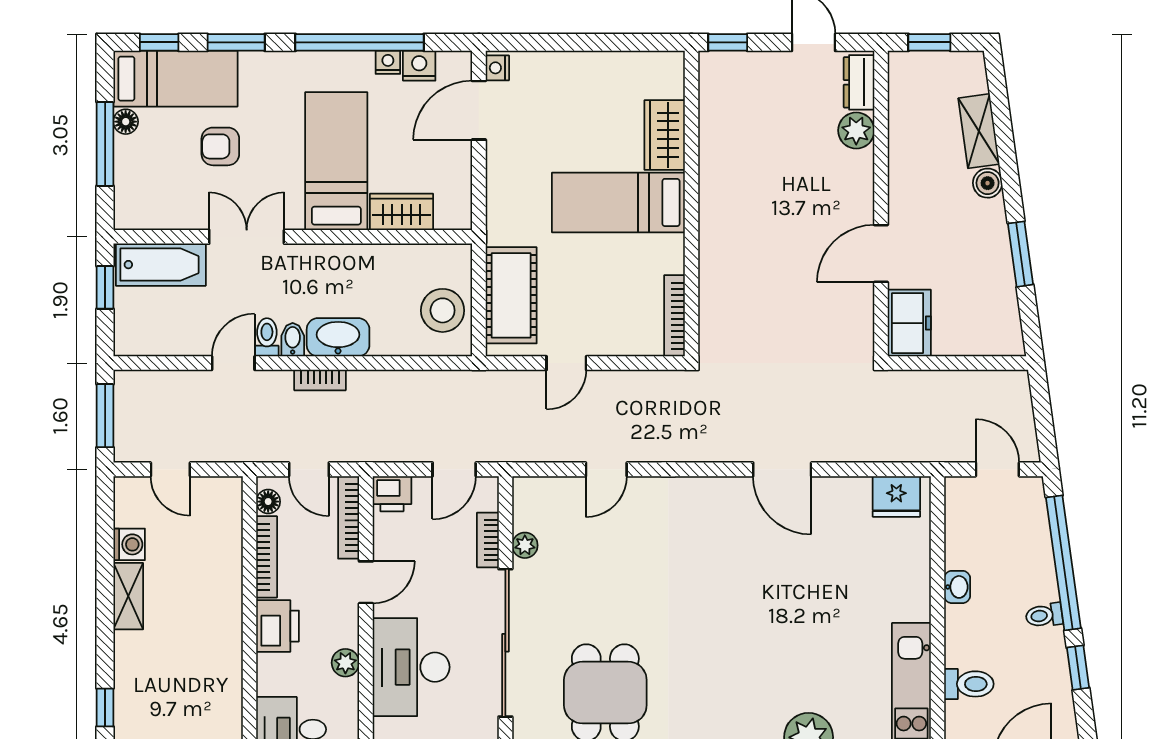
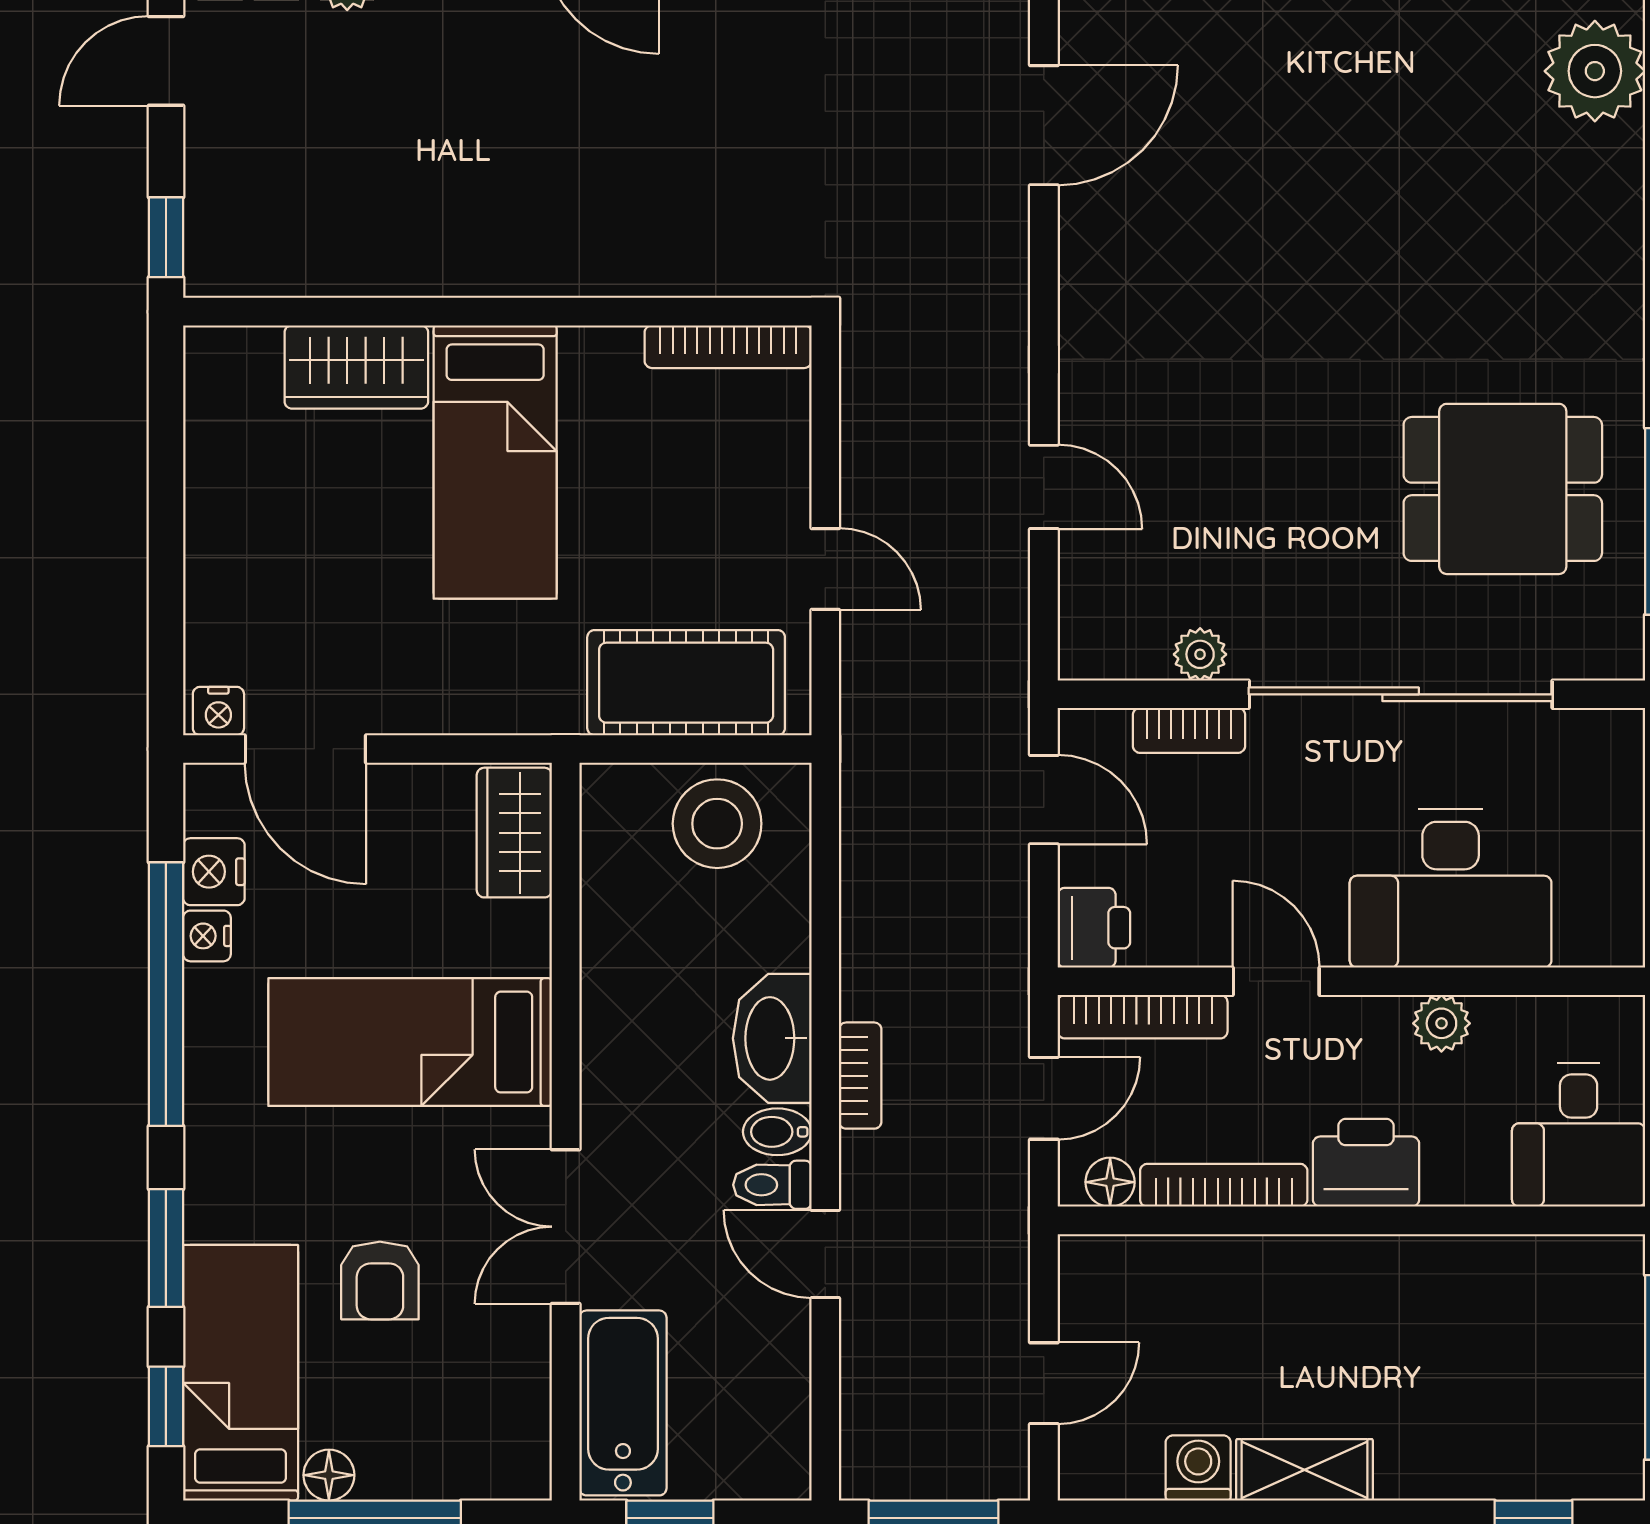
wardrobe: (402, 212) -> (514, 833), moved

